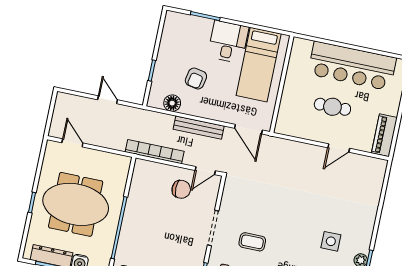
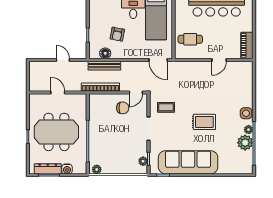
cafe table: (332, 107) -> (190, 39), moved
bench: (199, 128) -> (104, 66), moved
door: (72, 143) -> (58, 93), moved
rug: (298, 235) -> (204, 122), added
side table: (331, 241) -> (246, 113), moved
coffee table: (252, 242) -> (166, 107), moved

